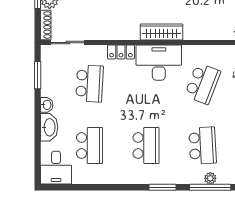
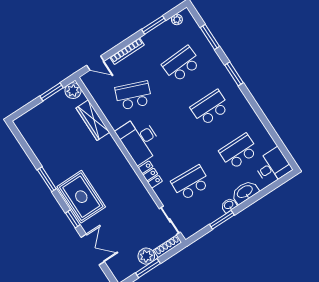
wardrobe: (162, 32) -> (93, 120), moved
window: (38, 75) -> (222, 220), moved
plant: (210, 178) -> (203, 41), removed
window: (210, 187) -> (210, 37), width x0.69

